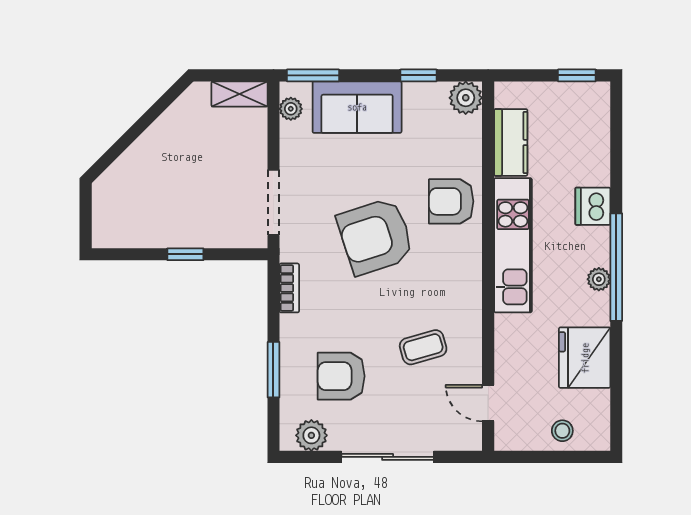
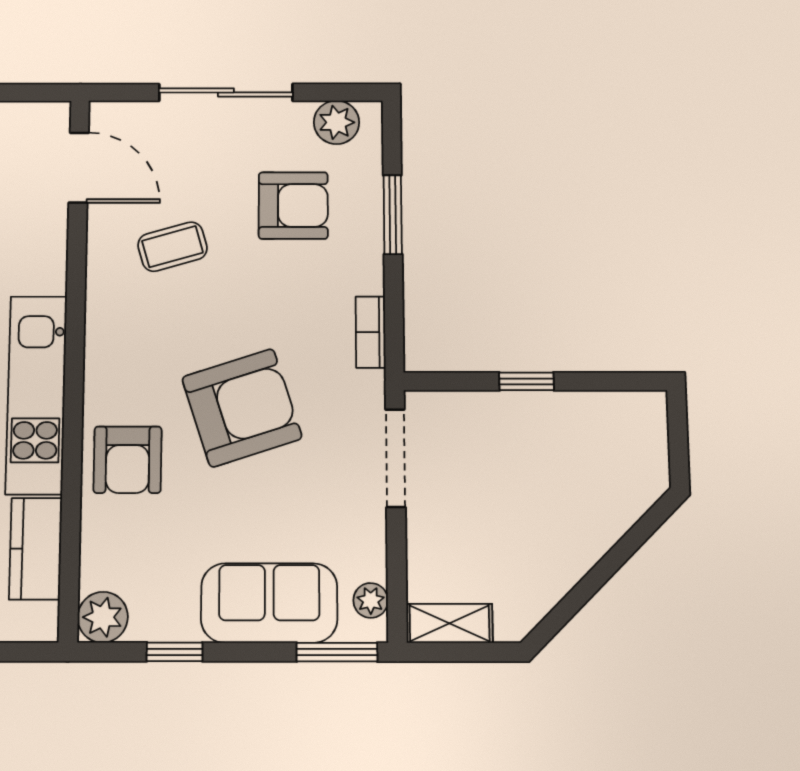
armchair: (451, 201) -> (128, 460), turned 90
door: (488, 403) -> (79, 168), width x1.38

